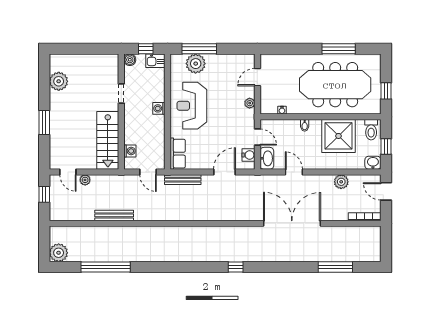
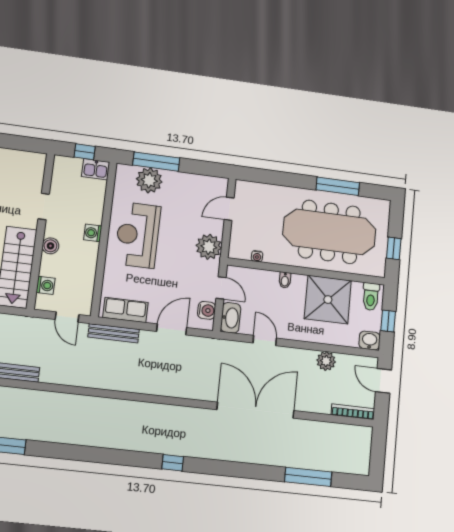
boiler: (130, 60) -> (50, 246), moved
plant: (250, 103) -> (209, 247), width x1.88, depth x1.88
row of seats: (178, 154) -> (125, 310), moved, turned -90

